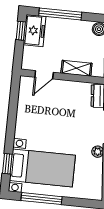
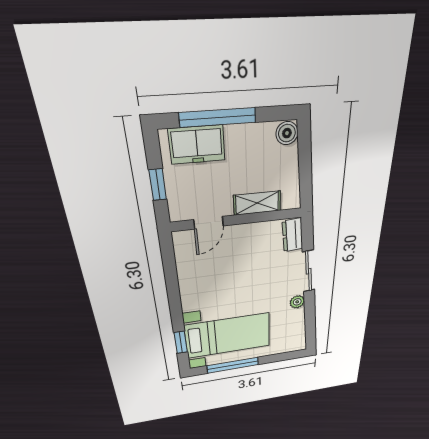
window: (21, 31) -> (158, 185), moved
freezer: (35, 31) -> (197, 145), moved, turned 90

